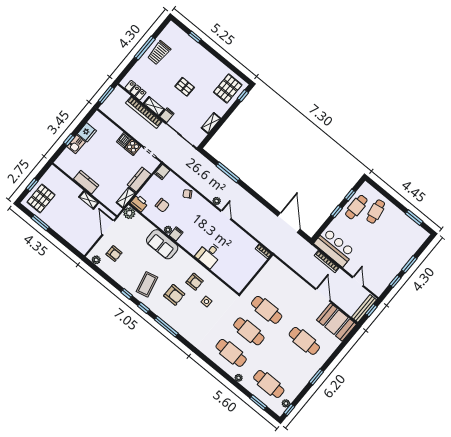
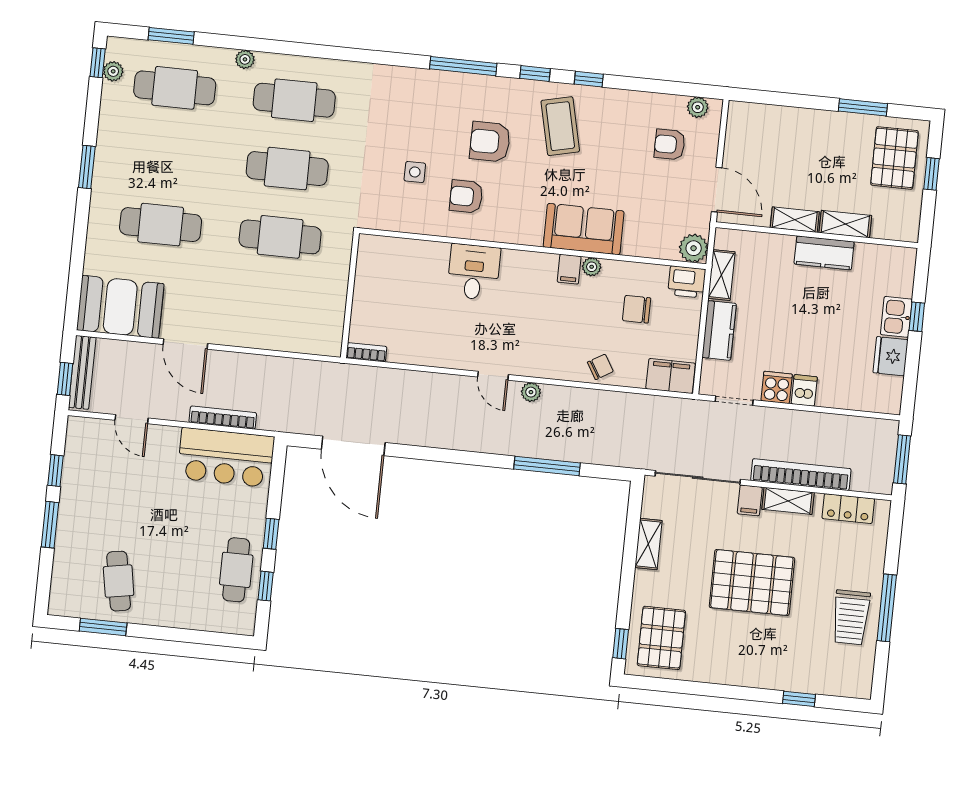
trolley: (159, 53) -> (851, 617), turned 180
pallet: (185, 87) -> (752, 582), width x2.05, depth x2.00
filing cabinet: (162, 172) -> (671, 376), width x2.00
shelving: (72, 187) -> (845, 224), added
cafe table: (376, 212) -> (119, 581), moved

